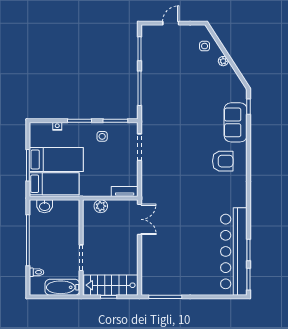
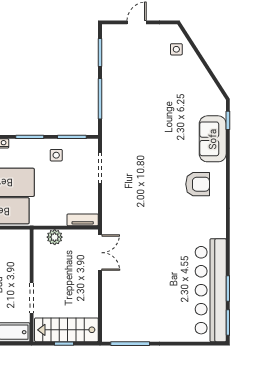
plant: (223, 61) -> (198, 67), removed

